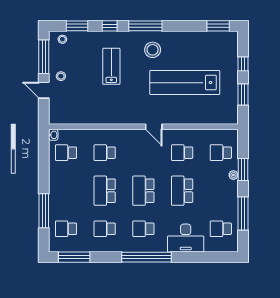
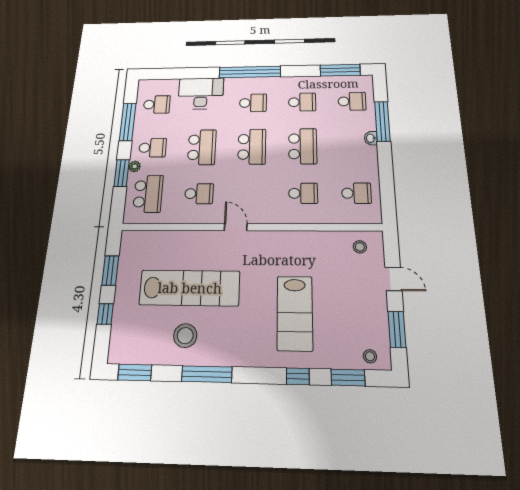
window: (145, 26) -> (207, 374), moved
stool: (153, 50) -> (185, 336), moved
window: (44, 57) -> (397, 329), width x0.69
lab bench: (111, 66) -> (295, 313), width x1.36, depth x1.39
stool: (61, 76) -> (360, 247), moved
washbasin: (53, 135) -> (371, 138), moved
school desk: (221, 153) -> (148, 194), width x1.85
school desk: (221, 191) -> (153, 148), added

